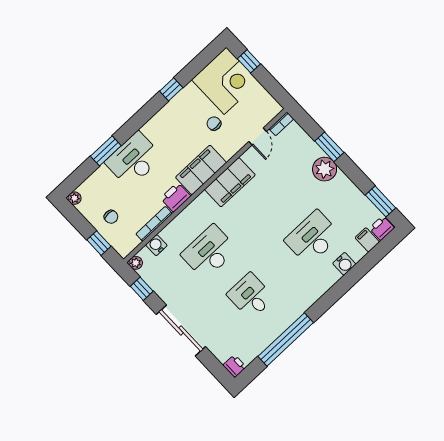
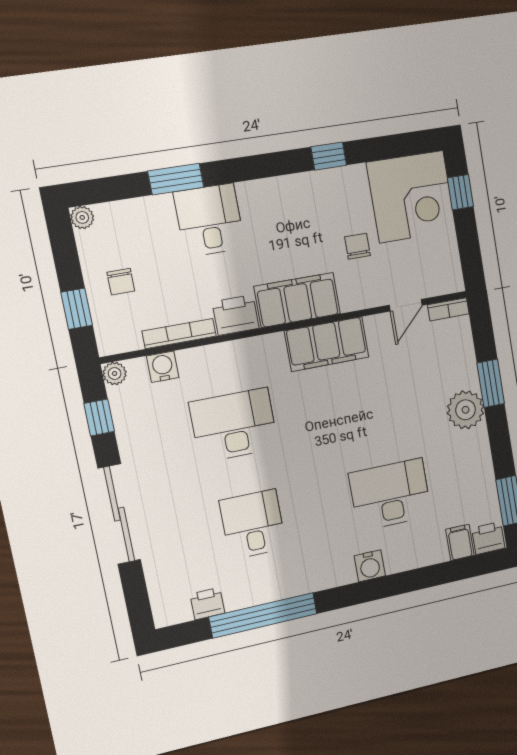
desk: (134, 160) -> (209, 220), width x0.73
water cooler: (344, 264) -> (370, 566), moved
printer: (235, 366) -> (207, 604), moved, turned -90

